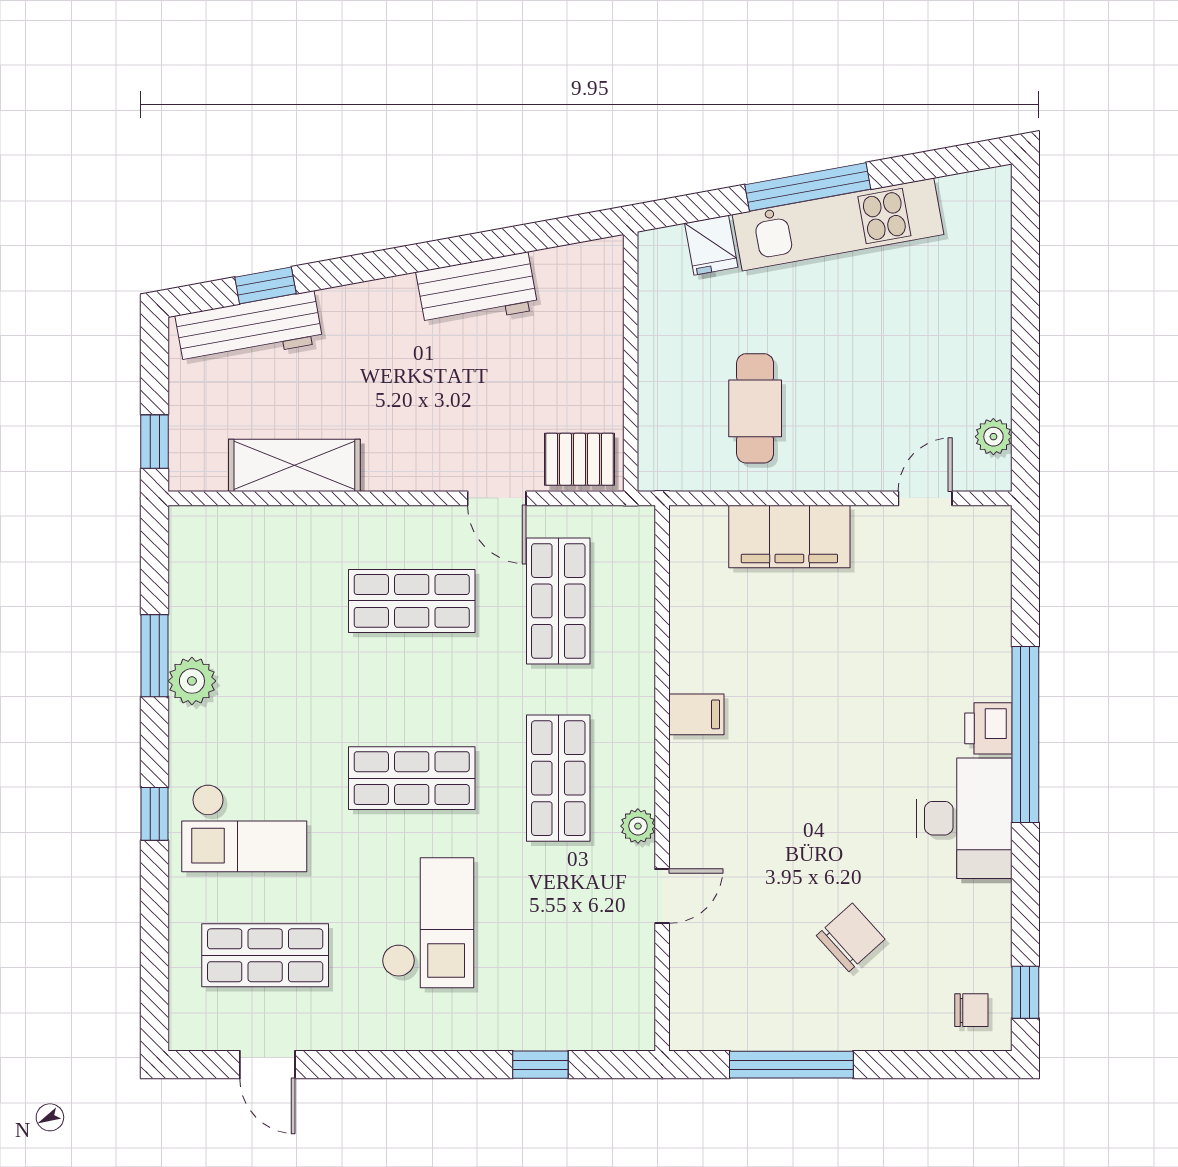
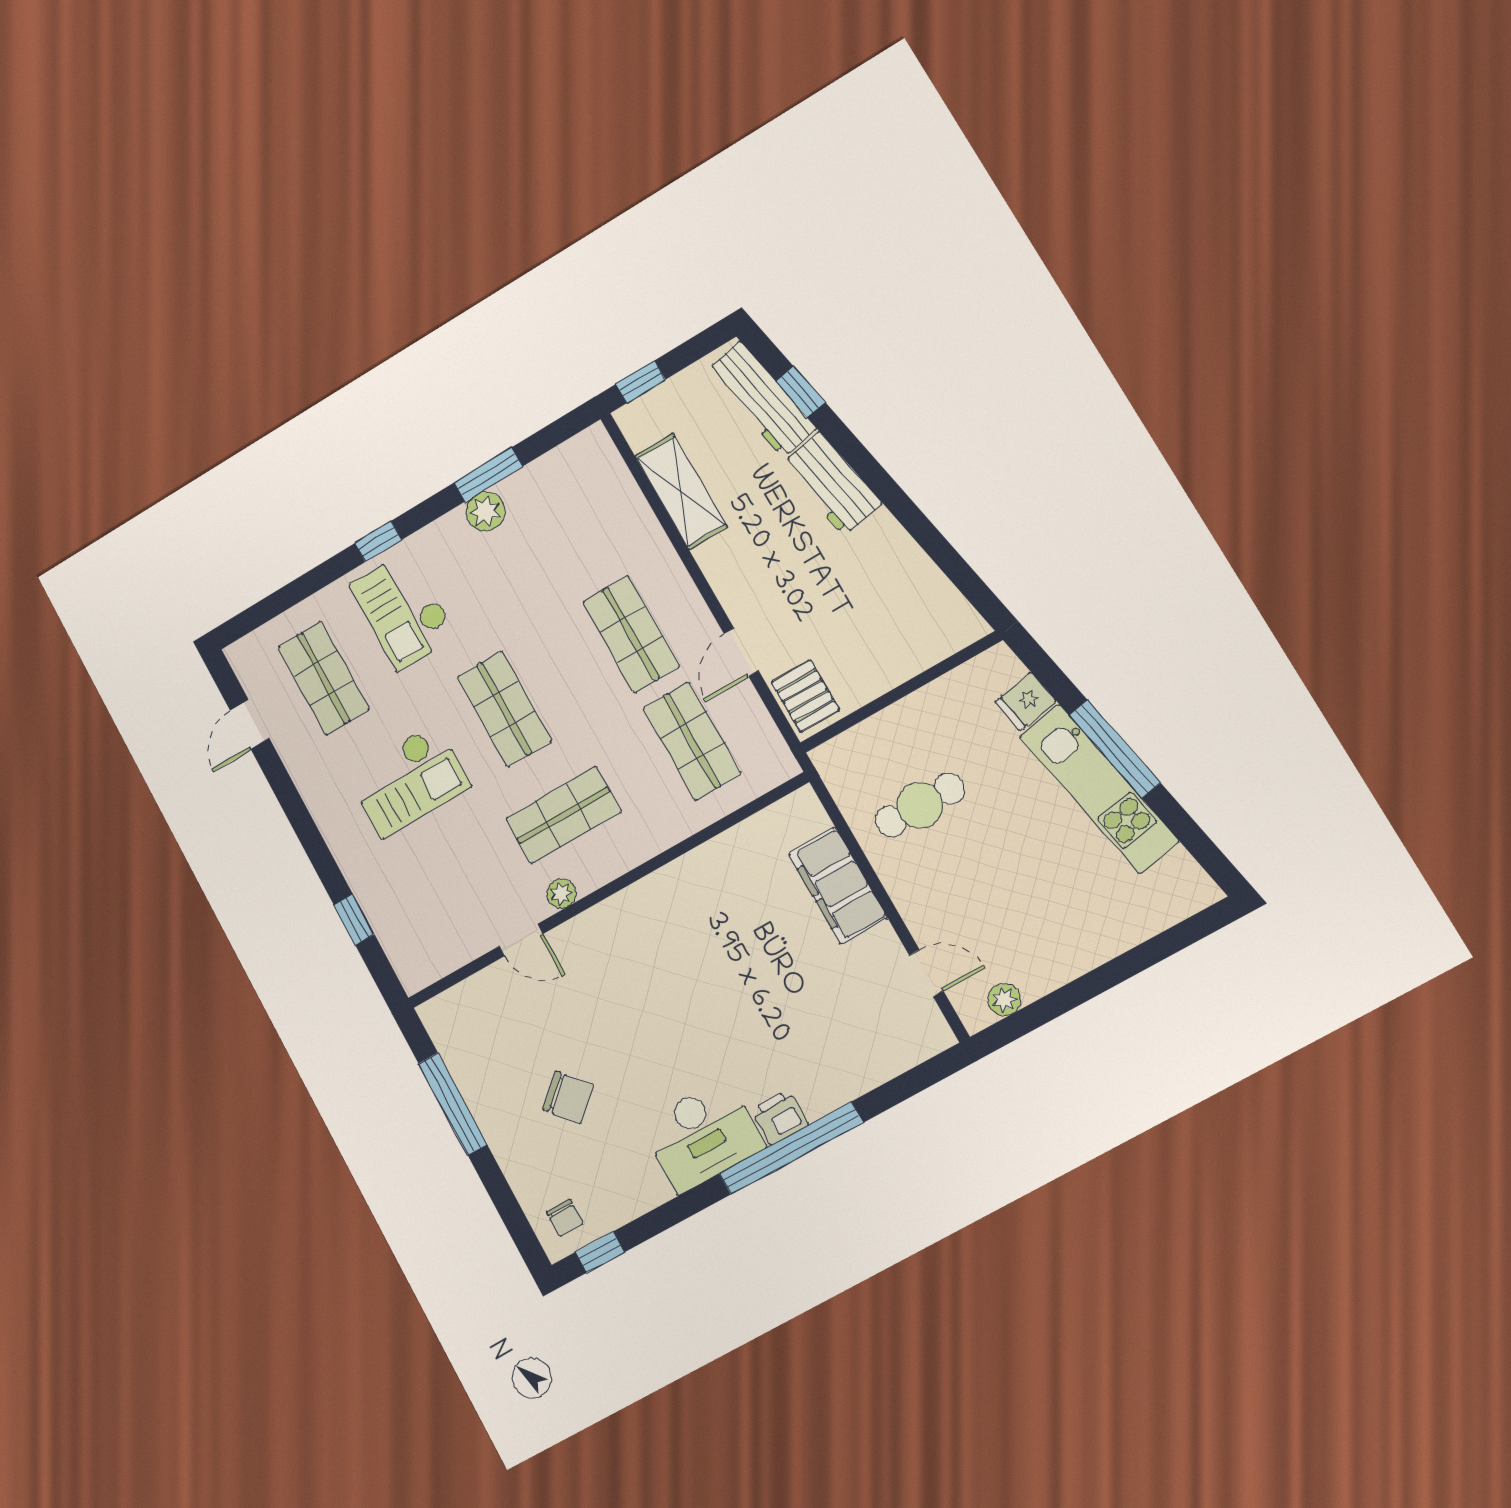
workbench: (477, 291) -> (832, 484), moved
shop shelf: (558, 601) -> (692, 741), turned 90
filing cabinet: (696, 714) -> (666, 891), removed

